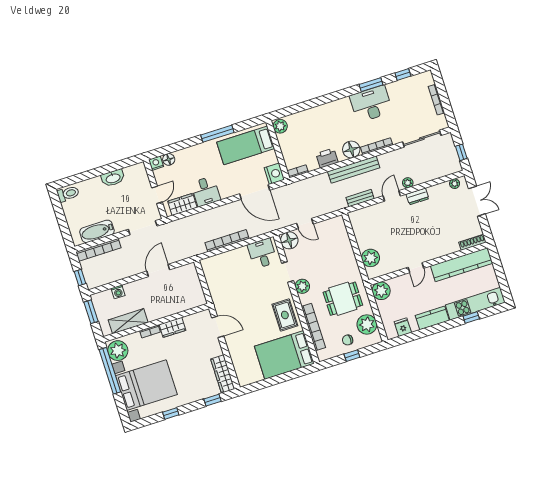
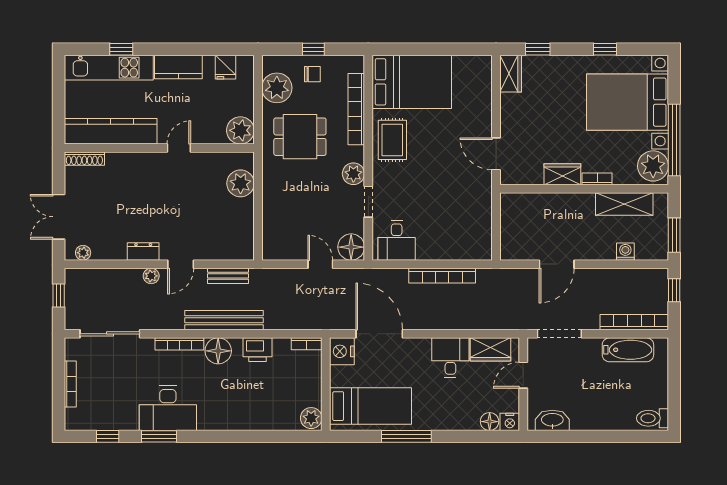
washbasin: (113, 178) -> (552, 420), moved
wardrobe: (223, 374) -> (511, 74), width x0.67

